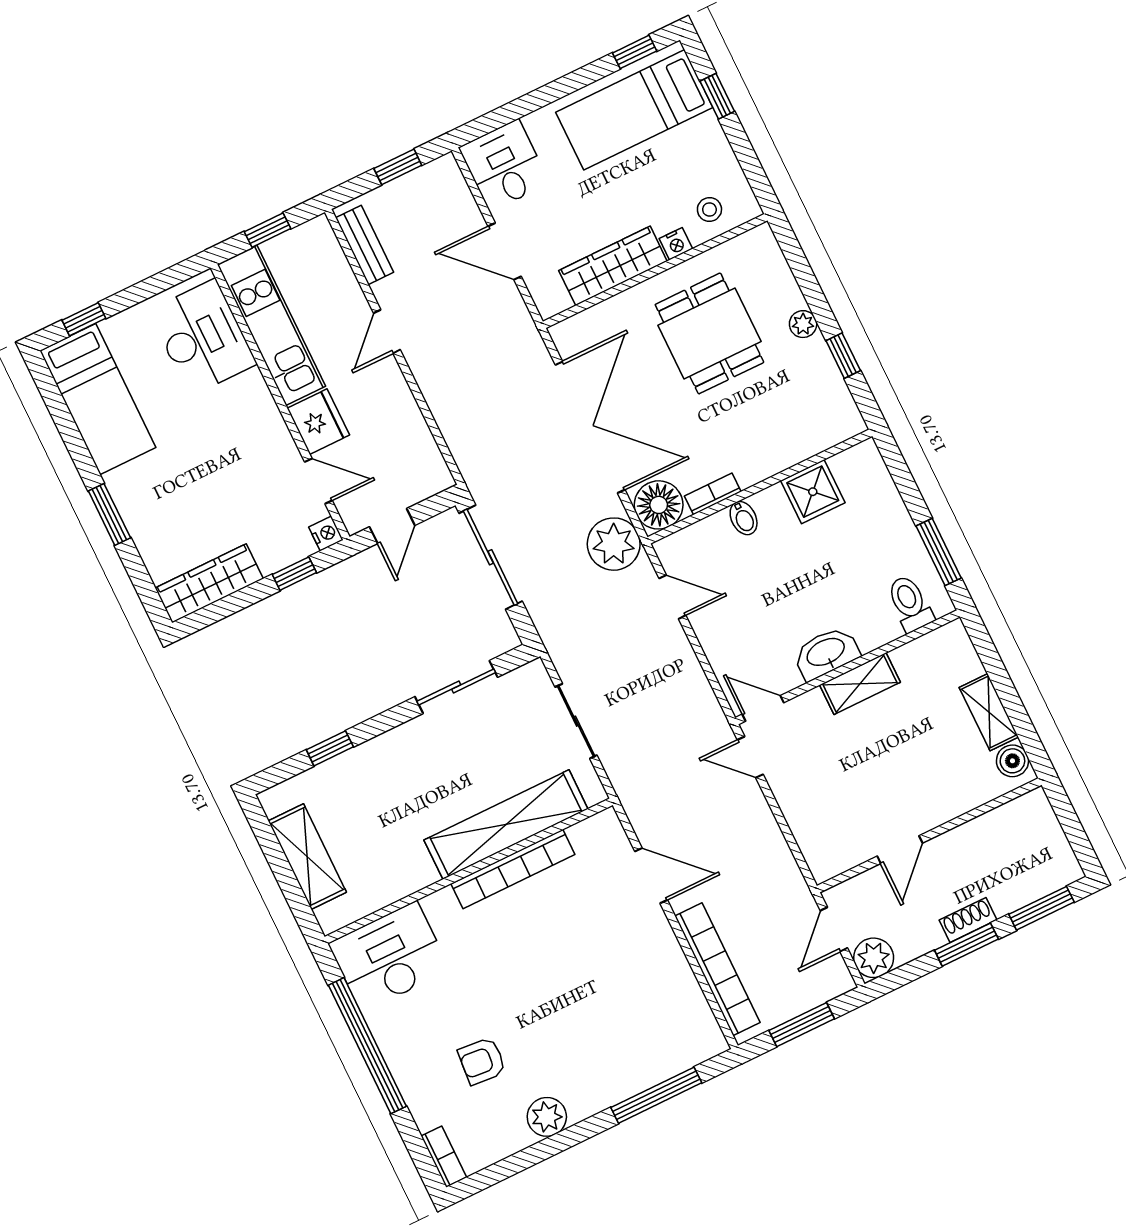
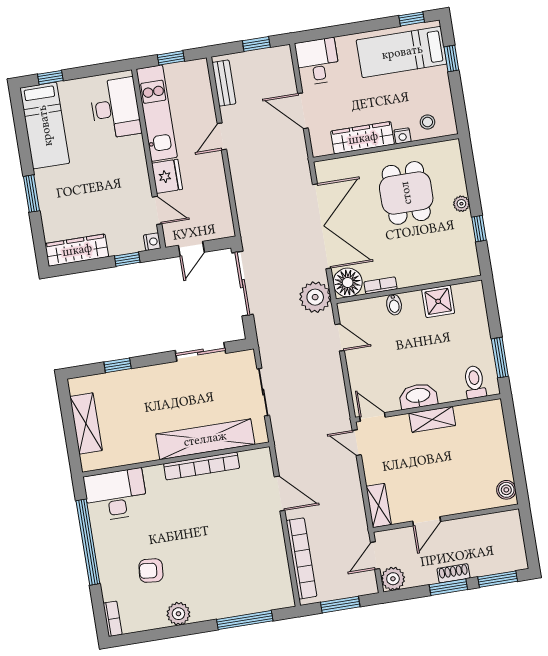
shelving: (989, 712) -> (379, 505), moved

